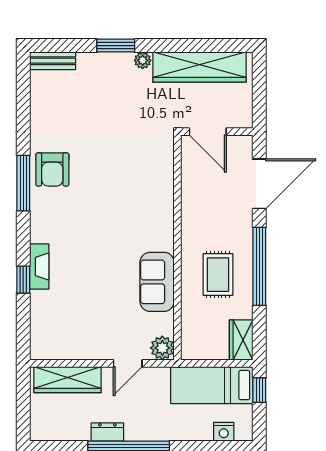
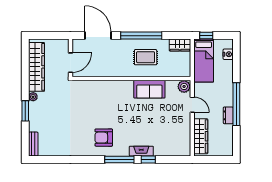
armchair: (52, 169) -> (104, 138), moved, turned 180
window: (23, 183) -> (119, 160), moved

